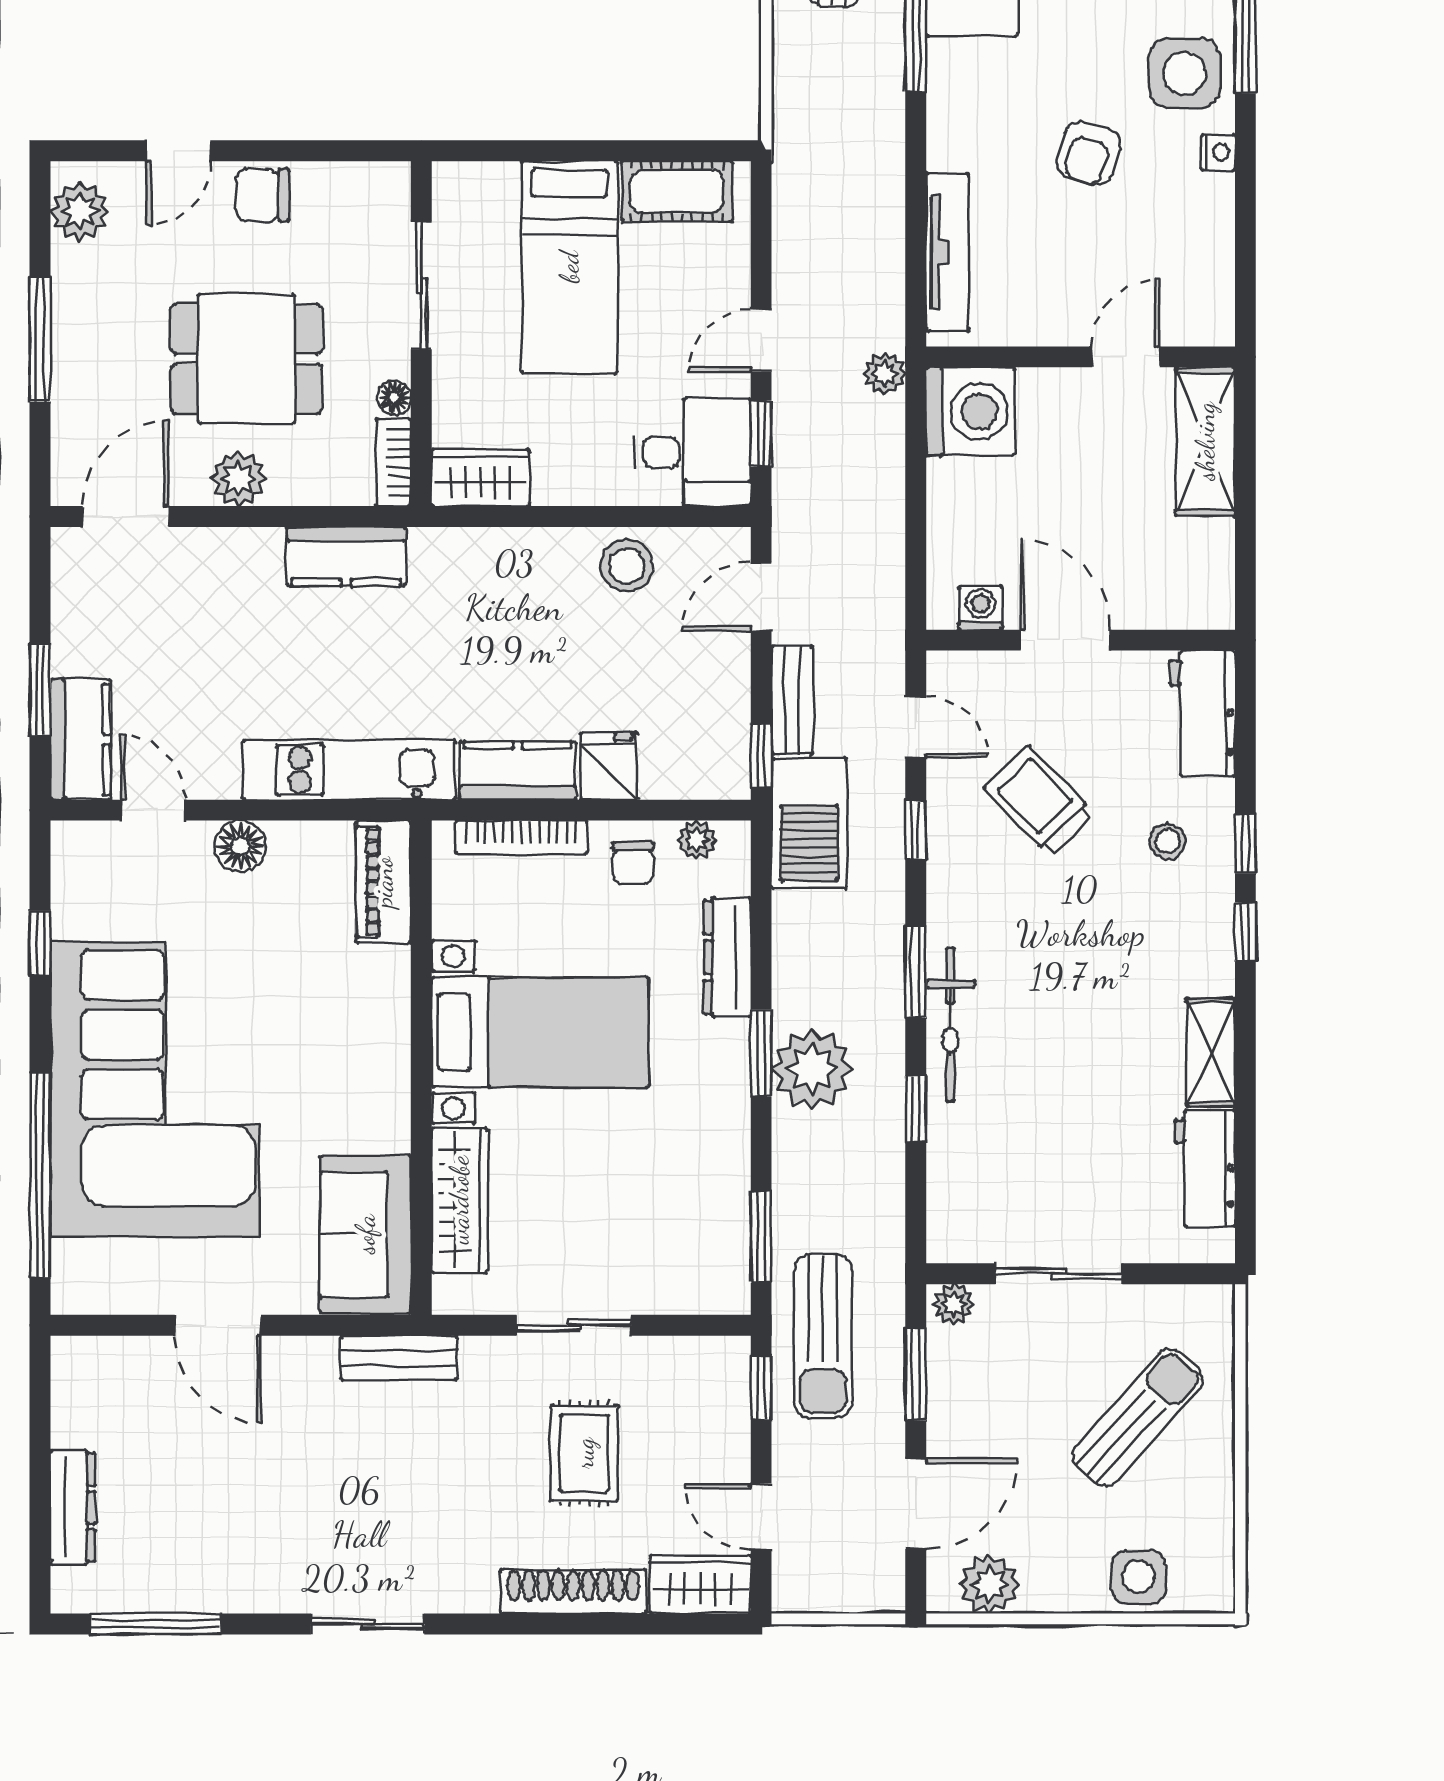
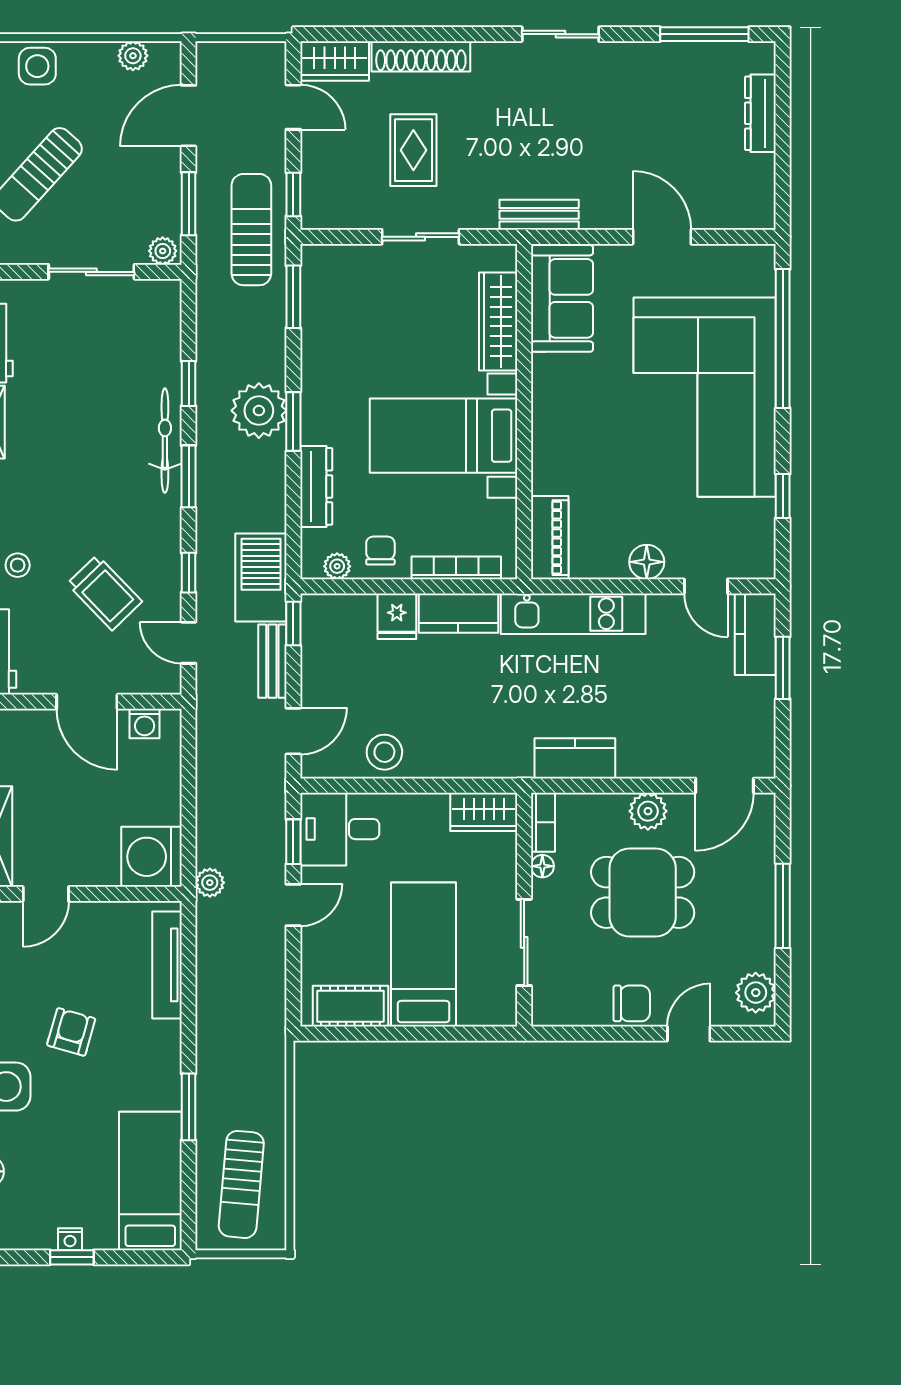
plant: (990, 1584) -> (133, 56), width x0.73, depth x0.73

